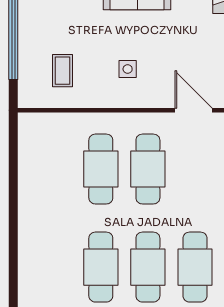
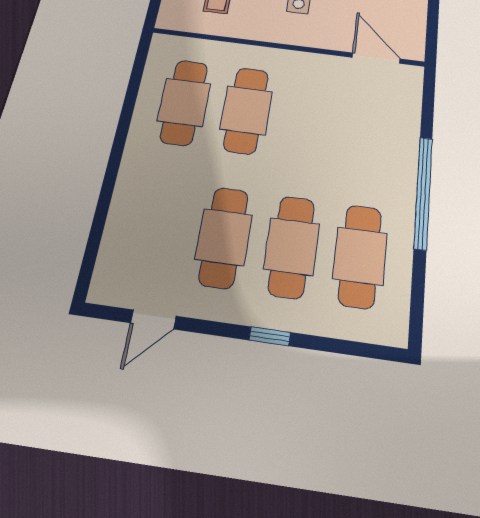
cafe table: (148, 169) -> (184, 102), moved

